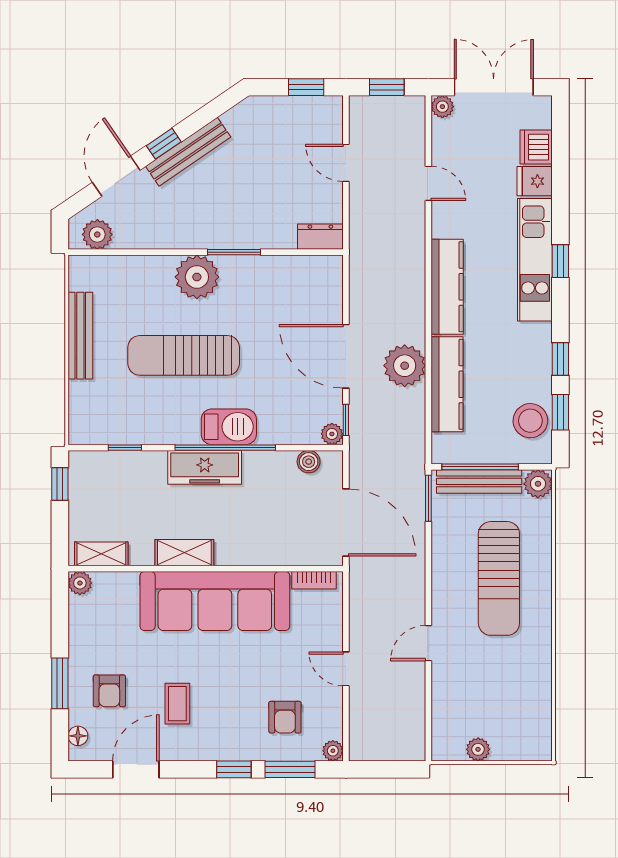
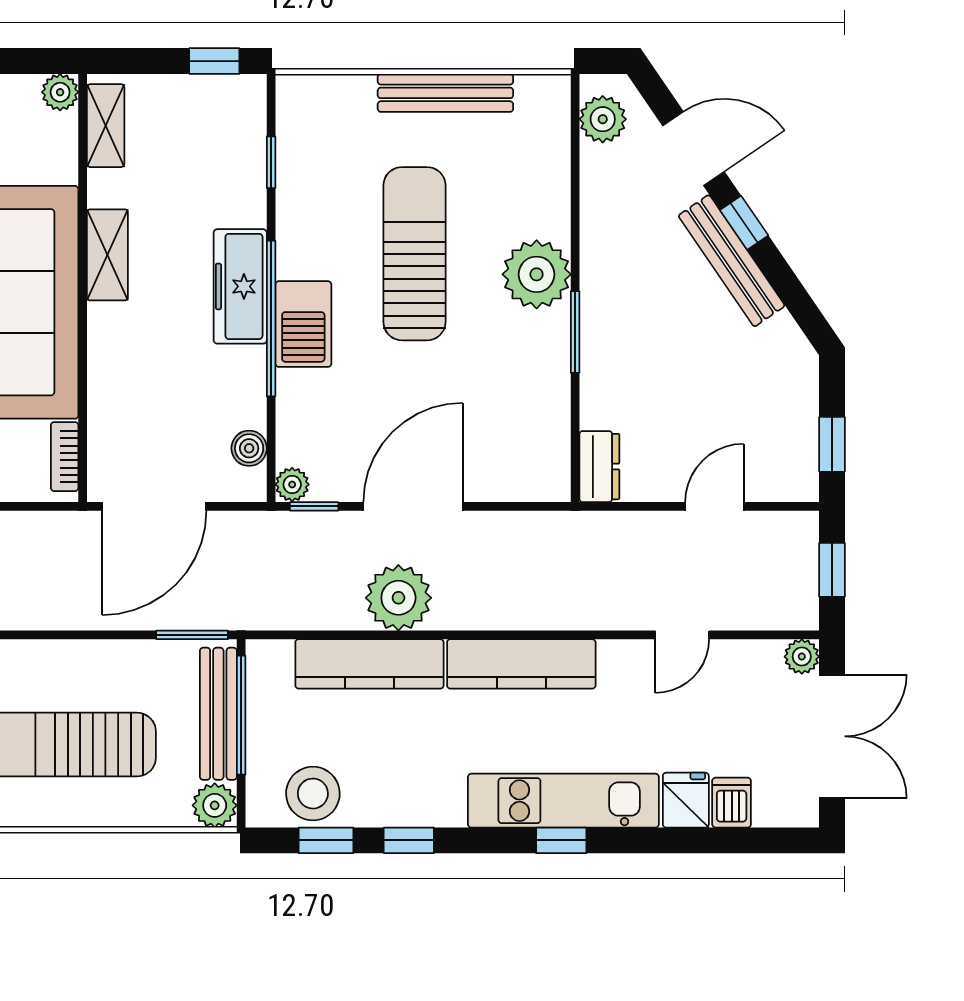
dishwasher: (536, 147) -> (732, 803), width x0.73

